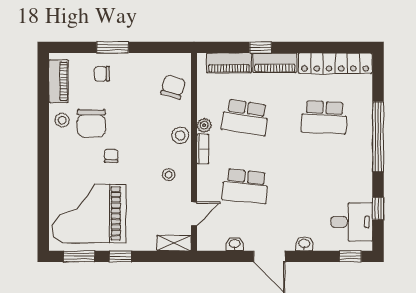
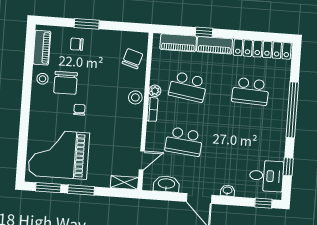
stool: (169, 175) -> (124, 128), removed
washbasin: (235, 244) -> (166, 184), width x1.91, depth x1.45
window: (120, 256) -> (81, 190), width x1.50

